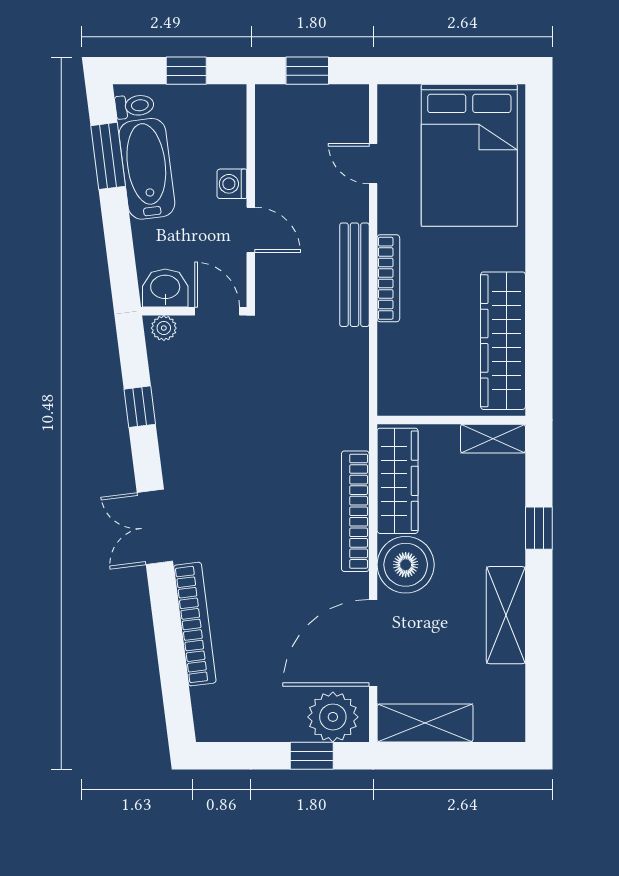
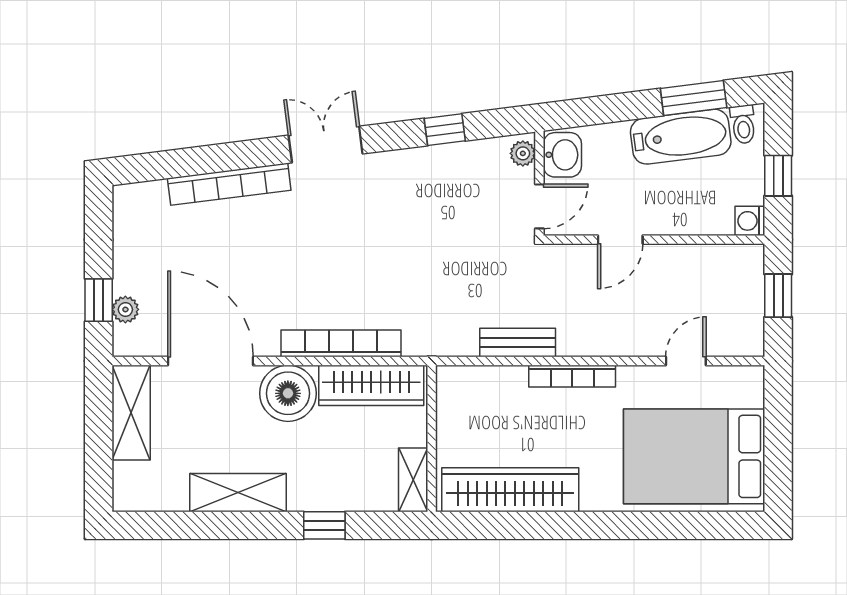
washing machine: (232, 184) -> (750, 221), moved, turned -90
bench: (354, 275) -> (518, 343), moved, width x0.73
plant: (333, 717) -> (125, 309), width x0.53, depth x0.53

